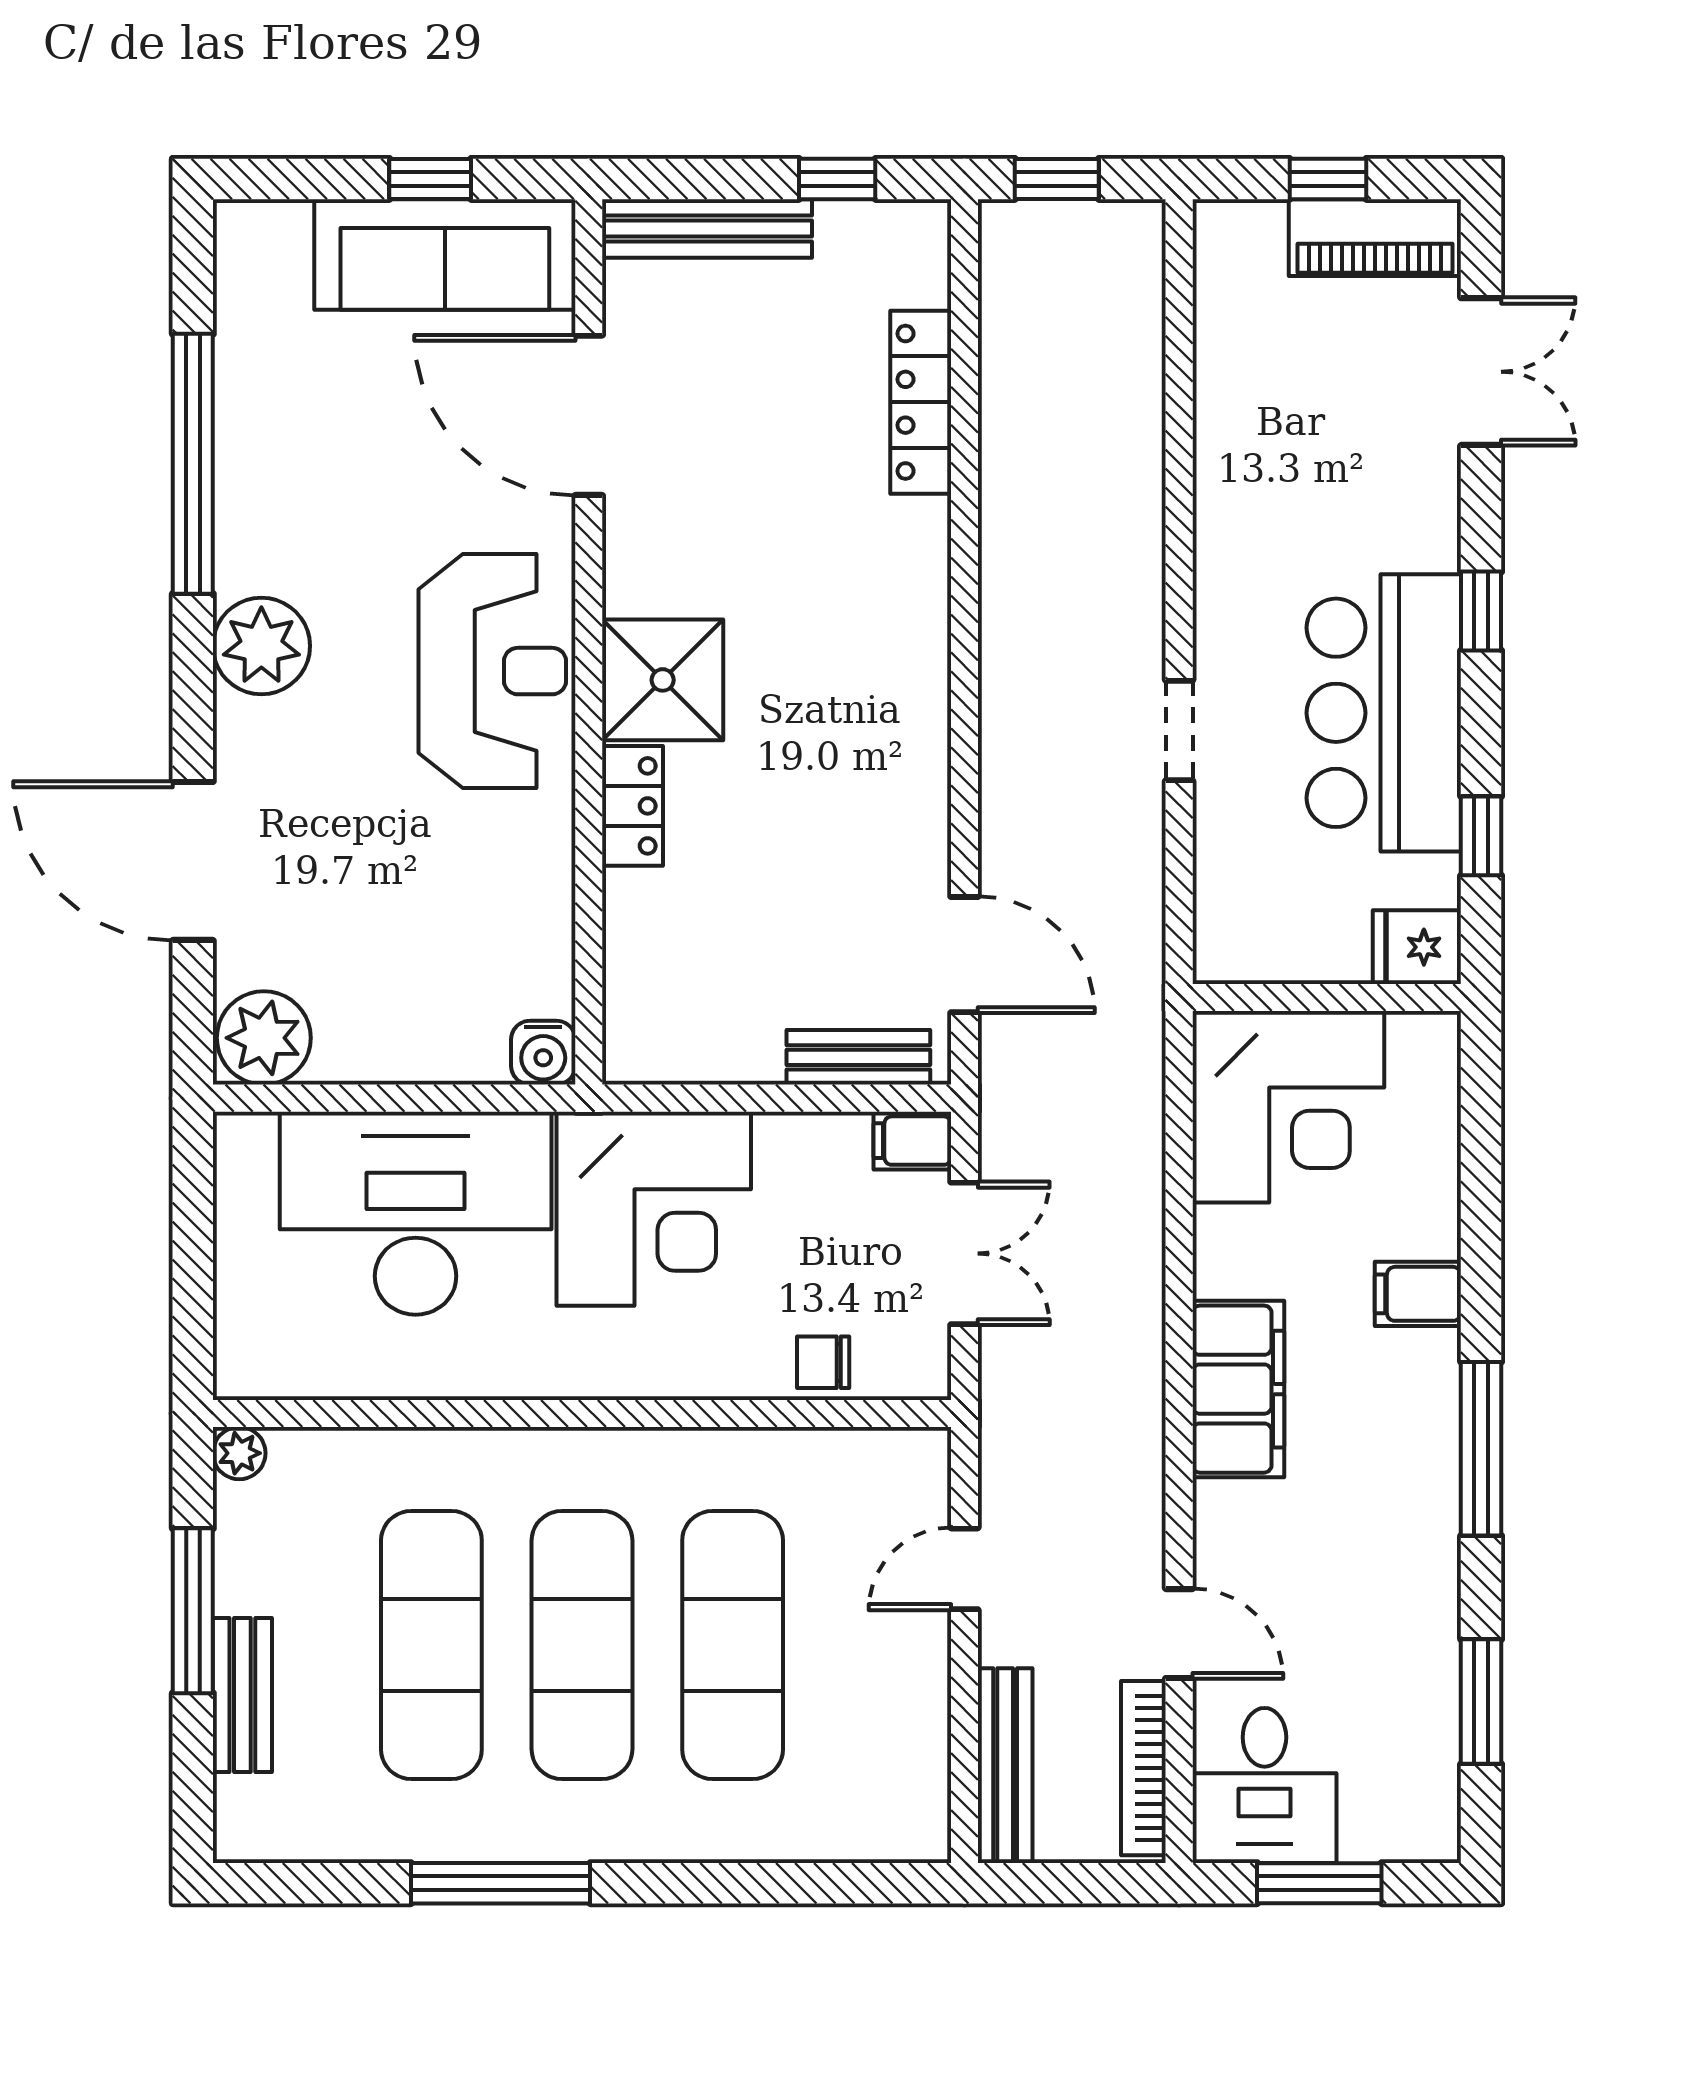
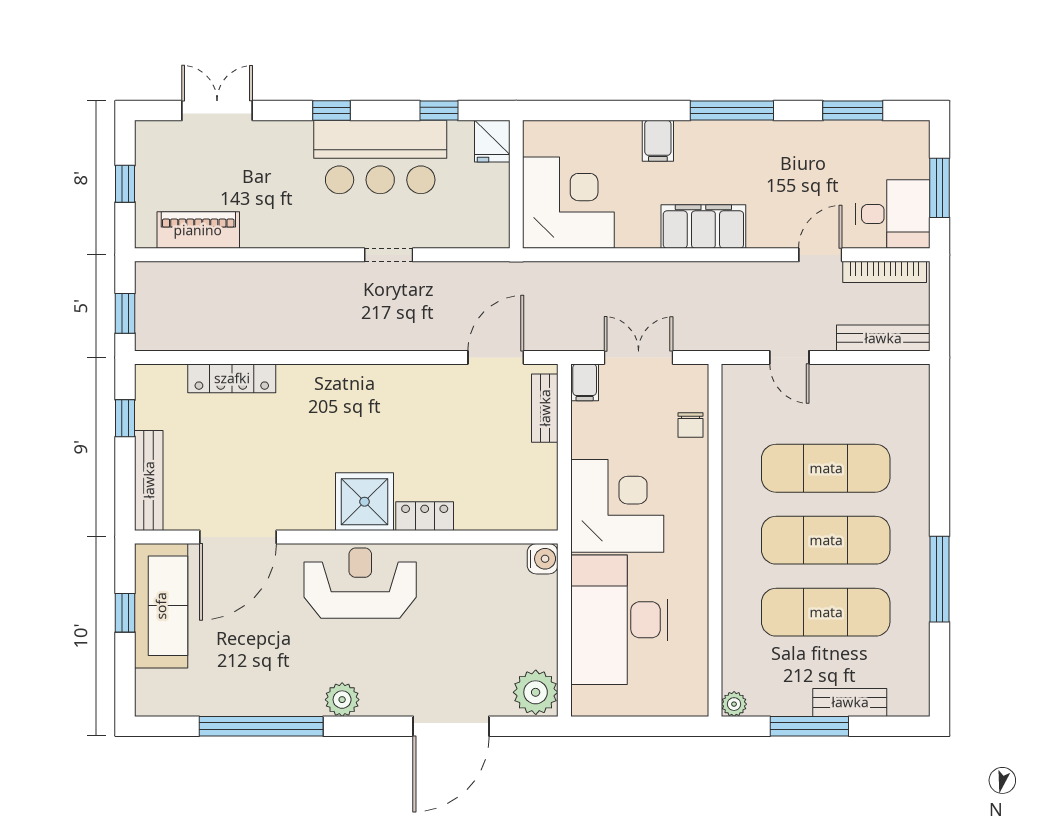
piano: (1375, 238) -> (198, 230), moved, turned -90
plant: (261, 646) -> (342, 700), width x0.73, depth x0.73

